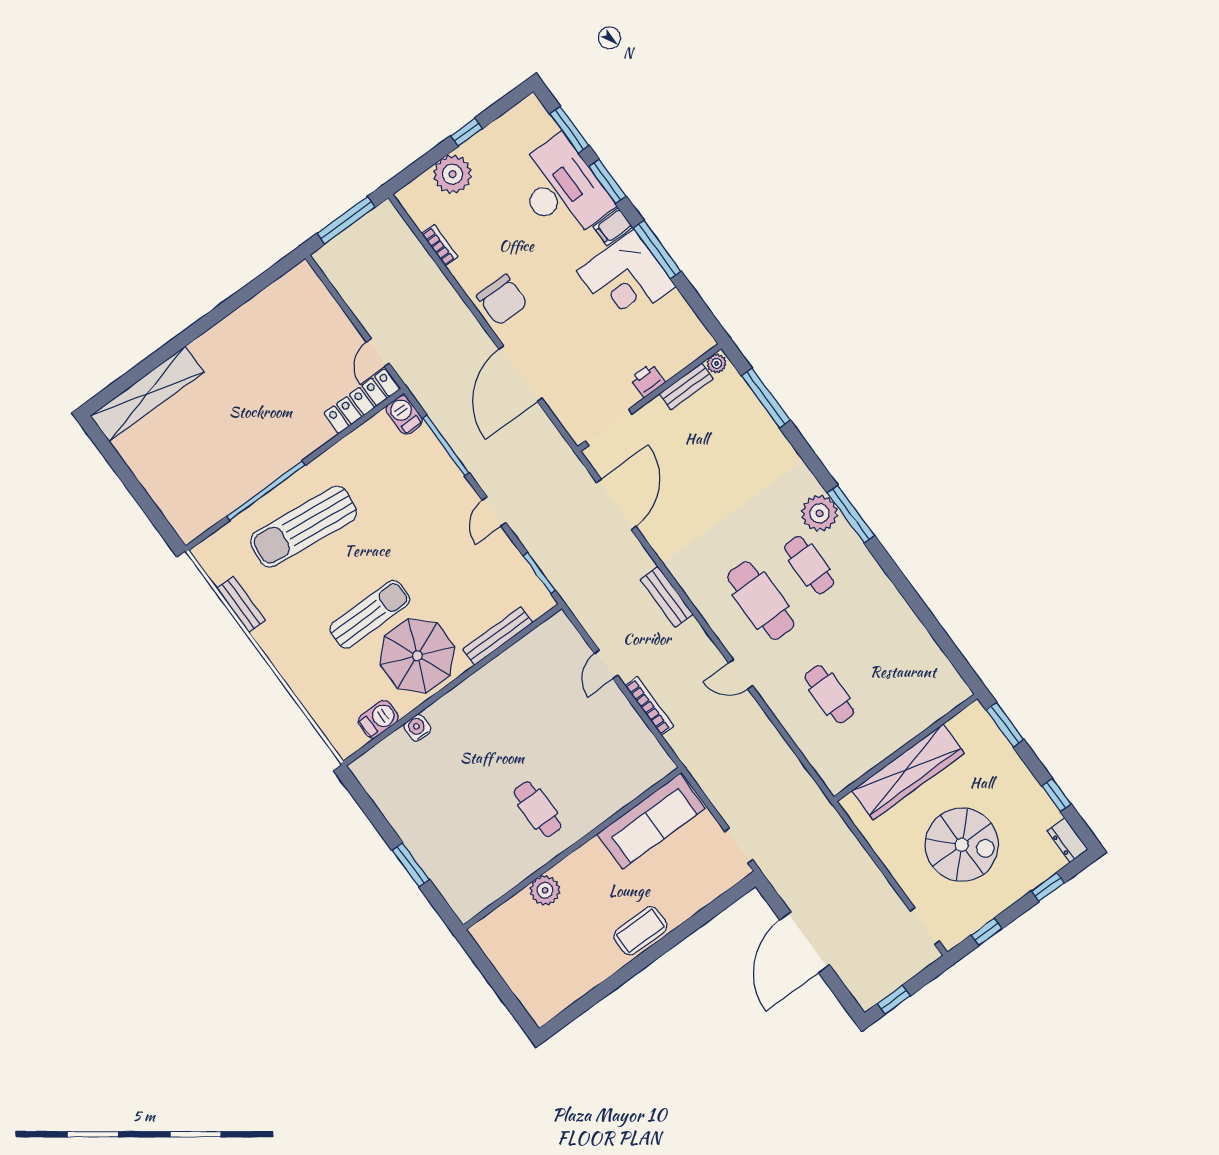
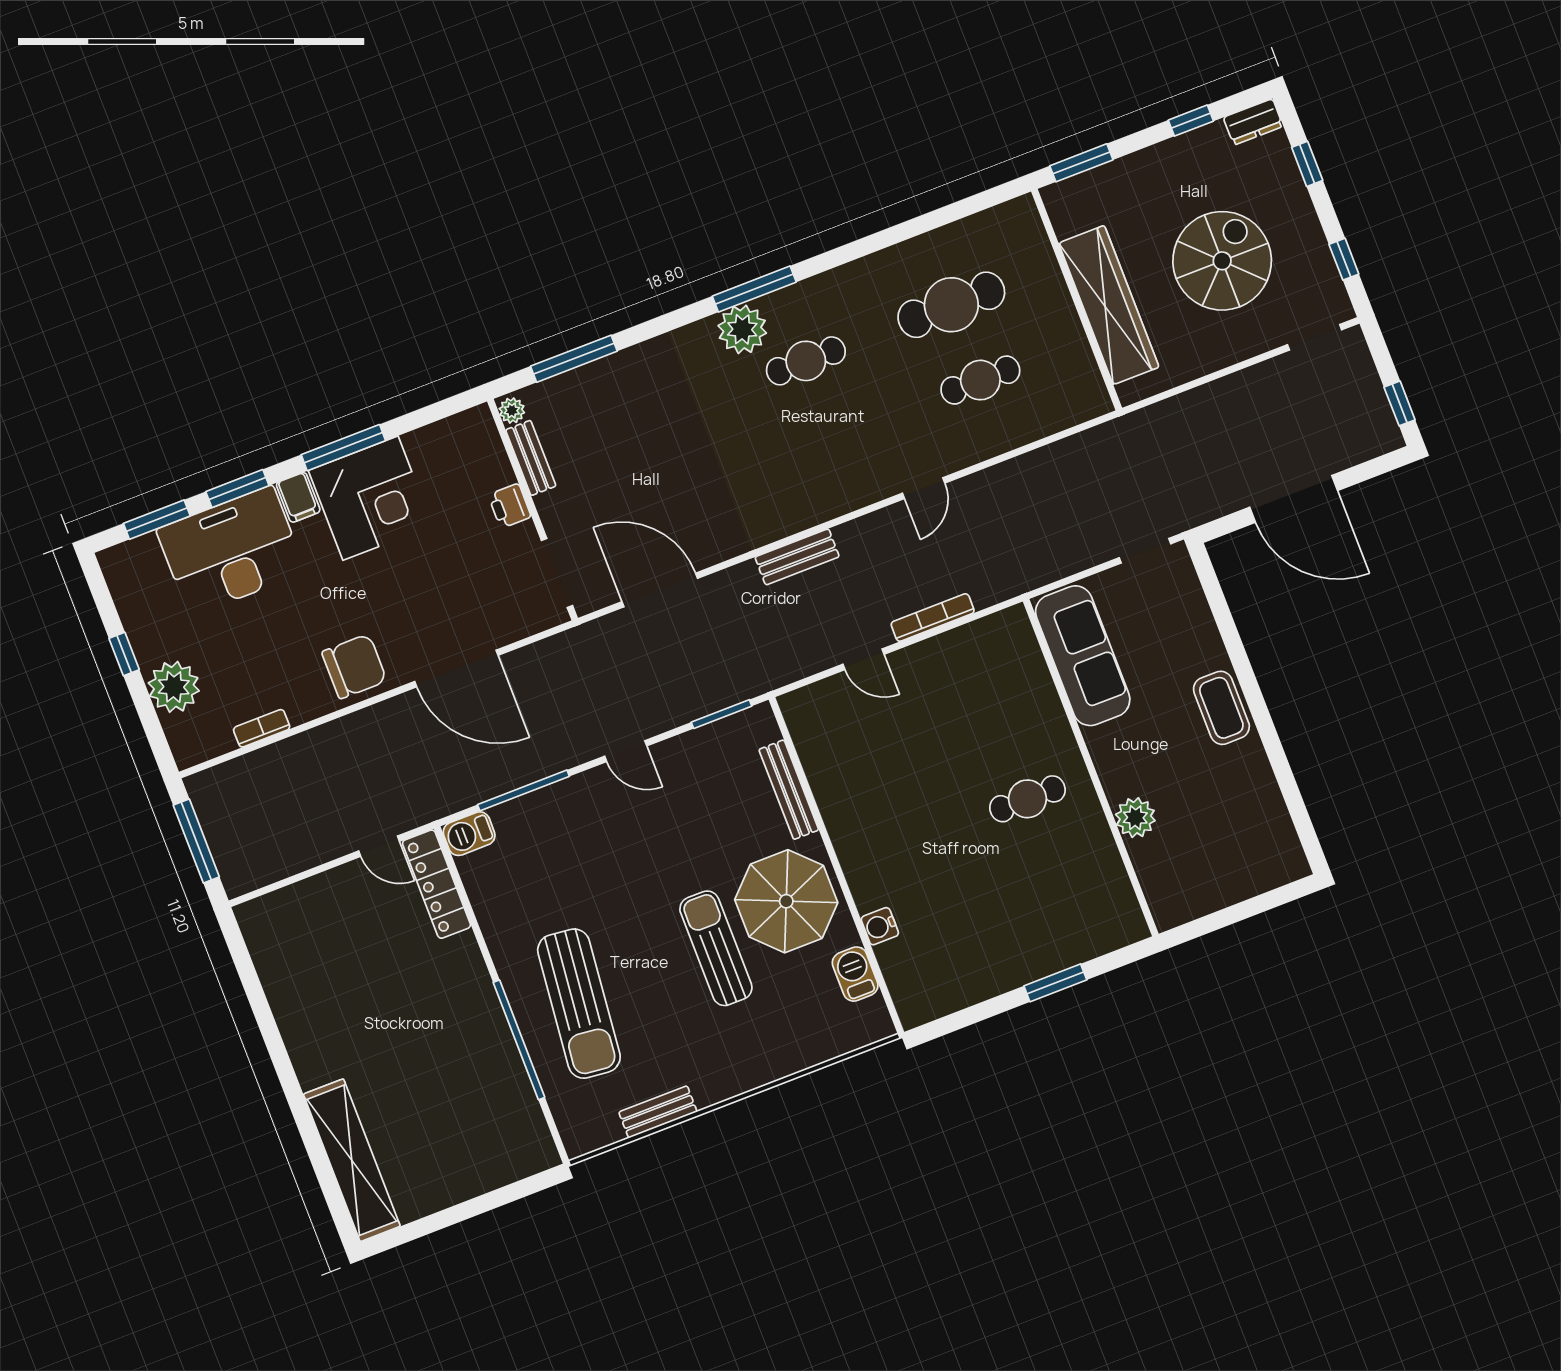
cafe table: (761, 601) -> (951, 305), moved

